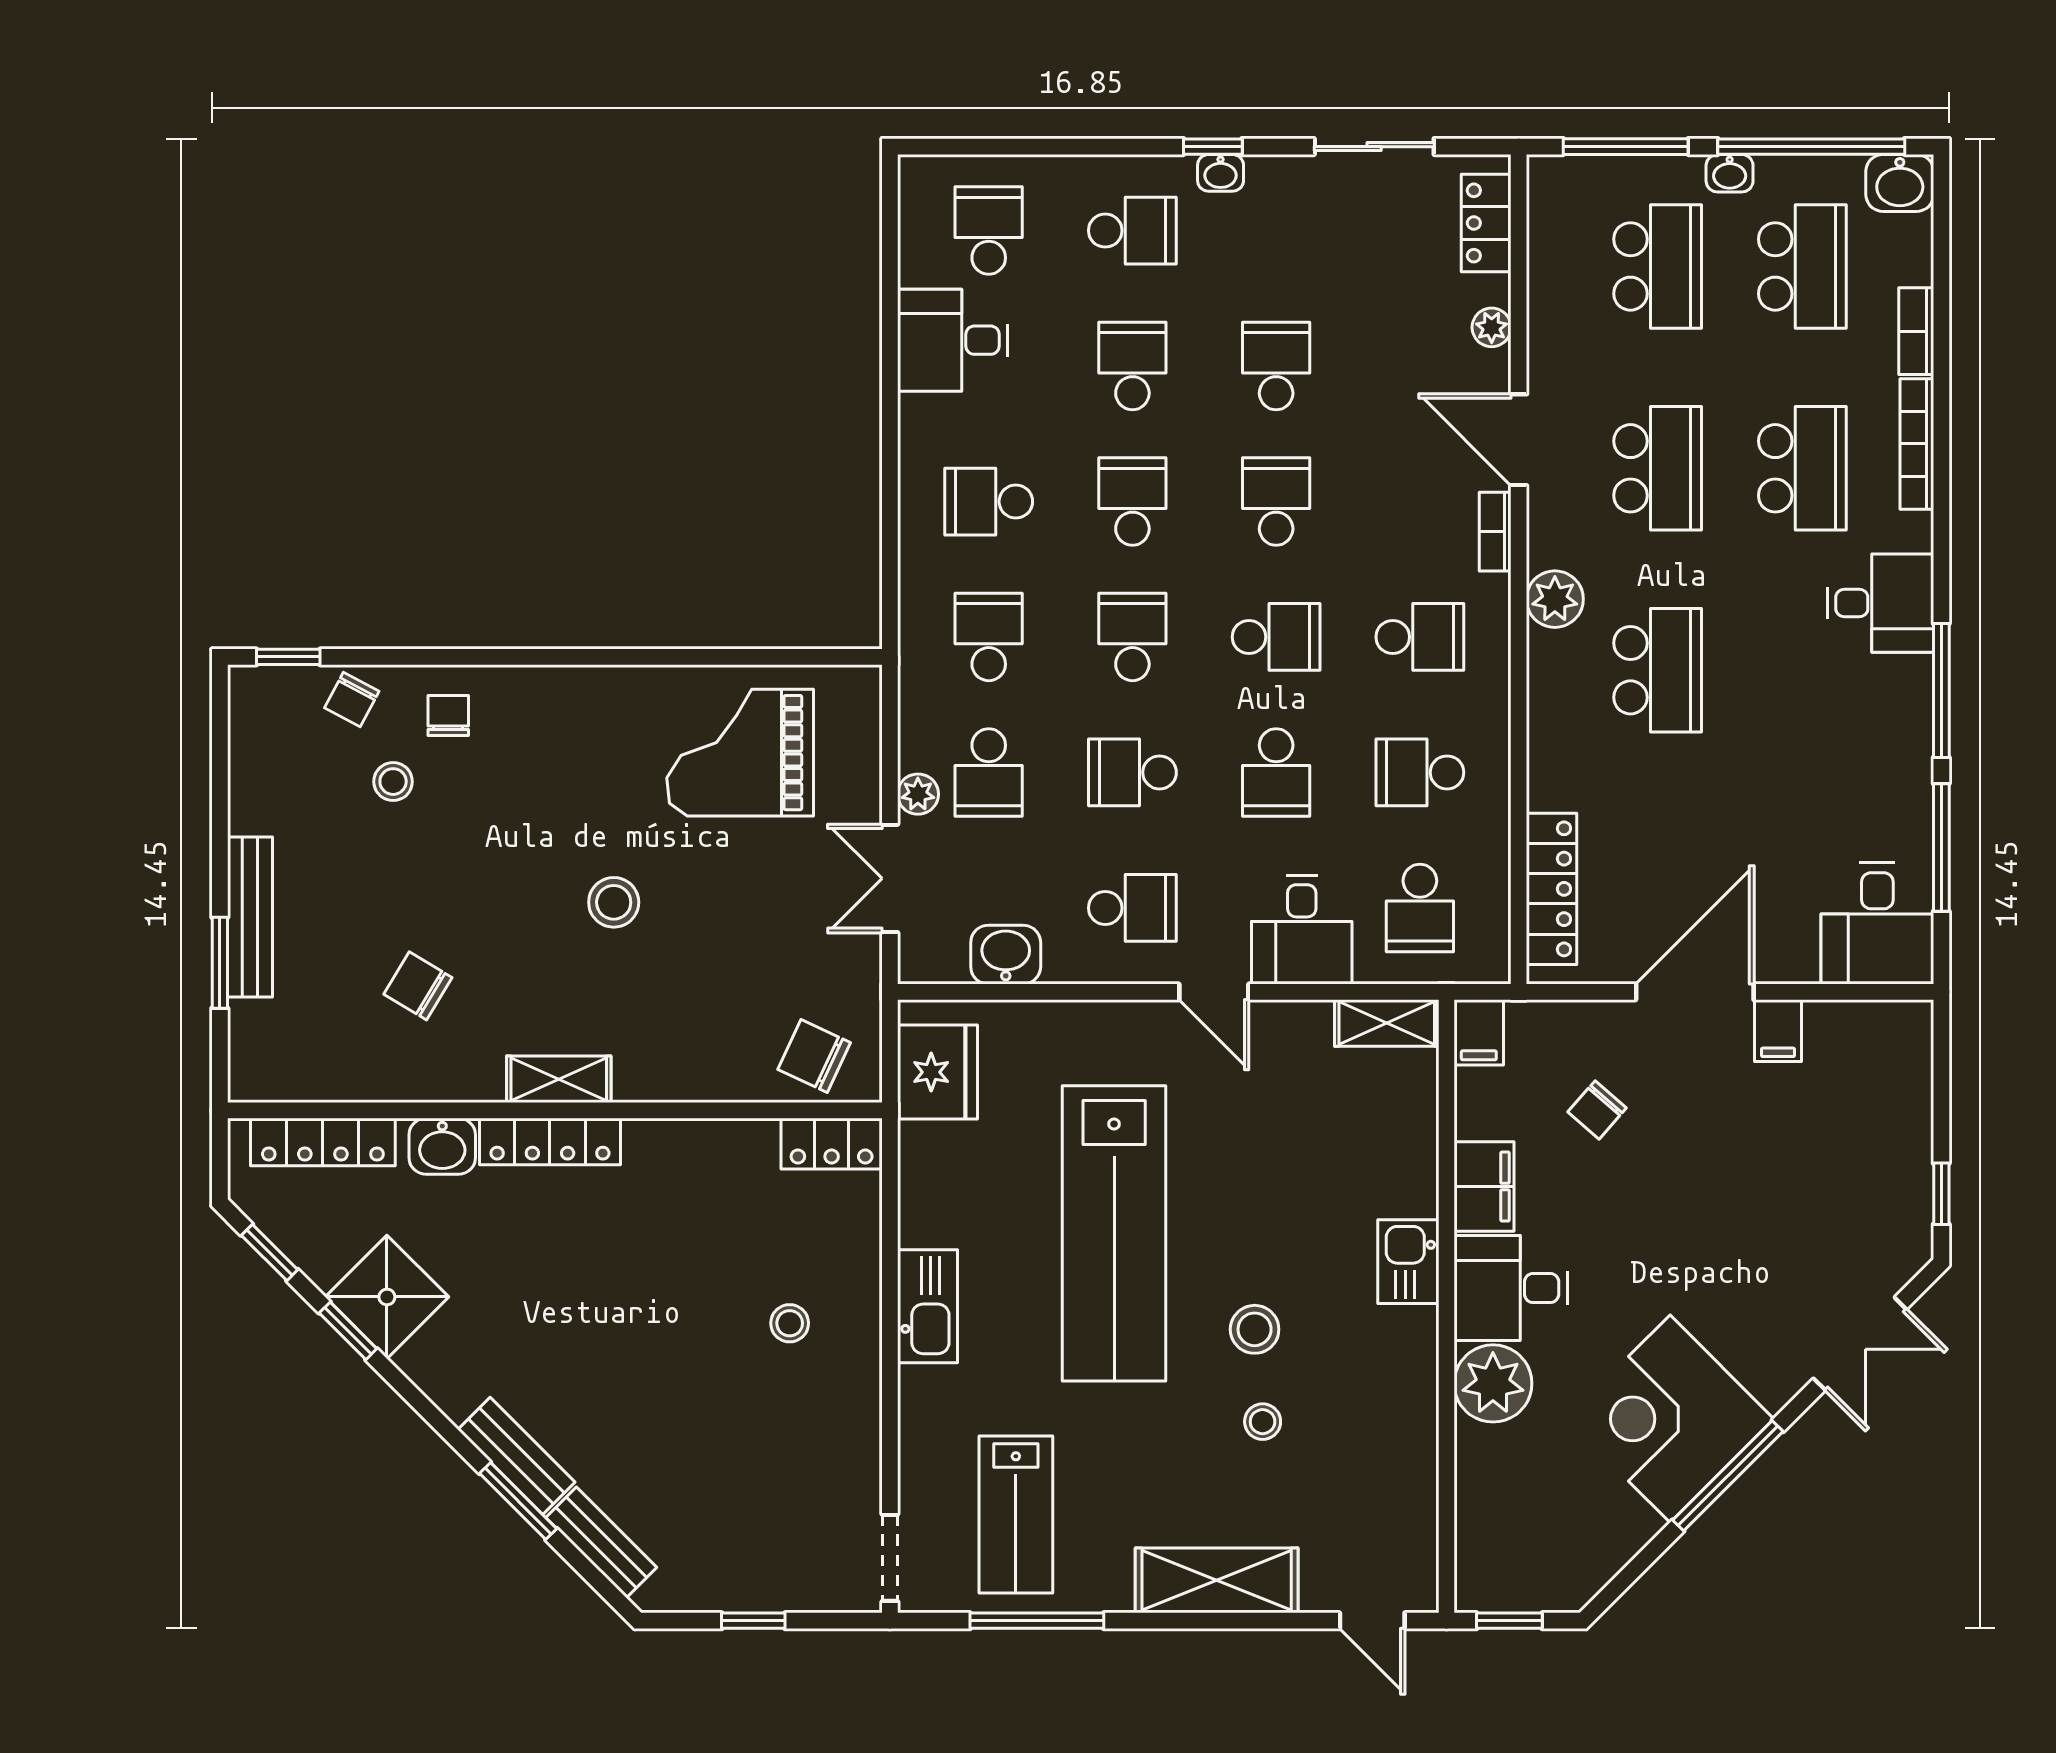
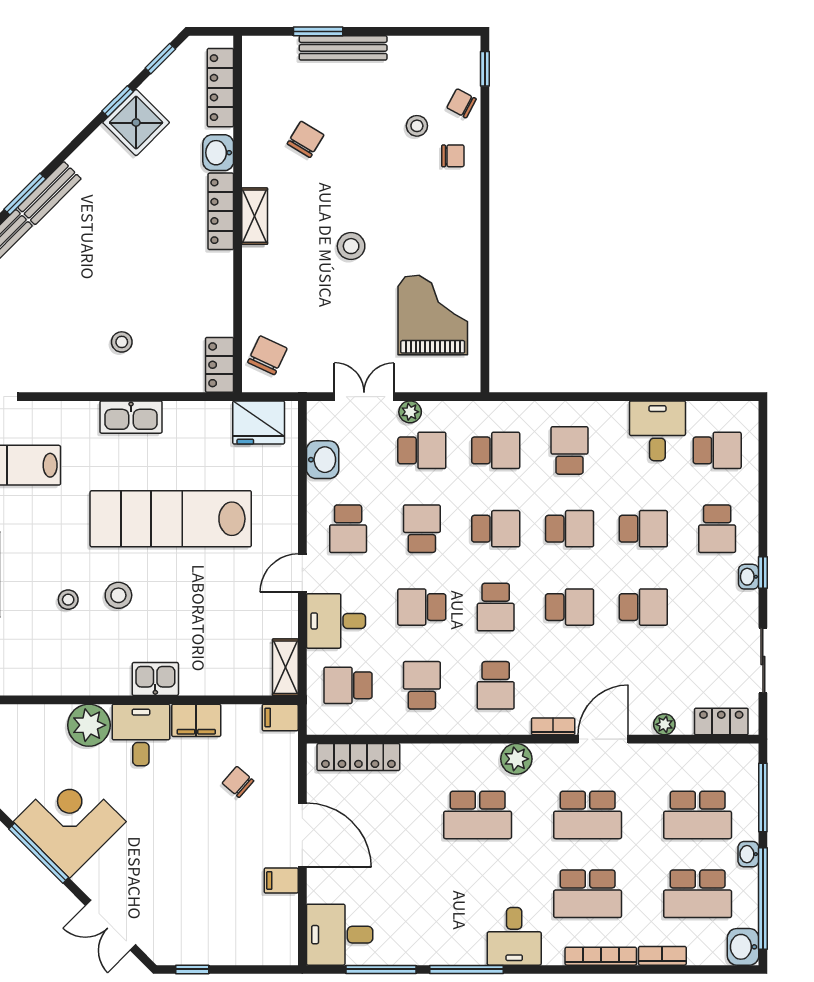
school desk: (989, 772) -> (422, 450), turned 180

